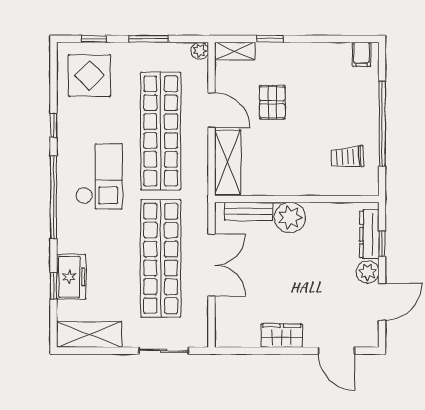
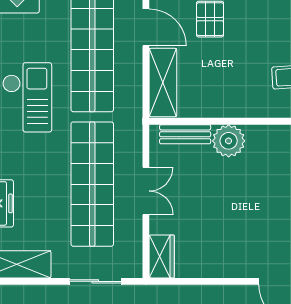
double door: (211, 265) -> (146, 191), width x0.73
wardrobe: (282, 336) -> (162, 256), moved, turned 90

